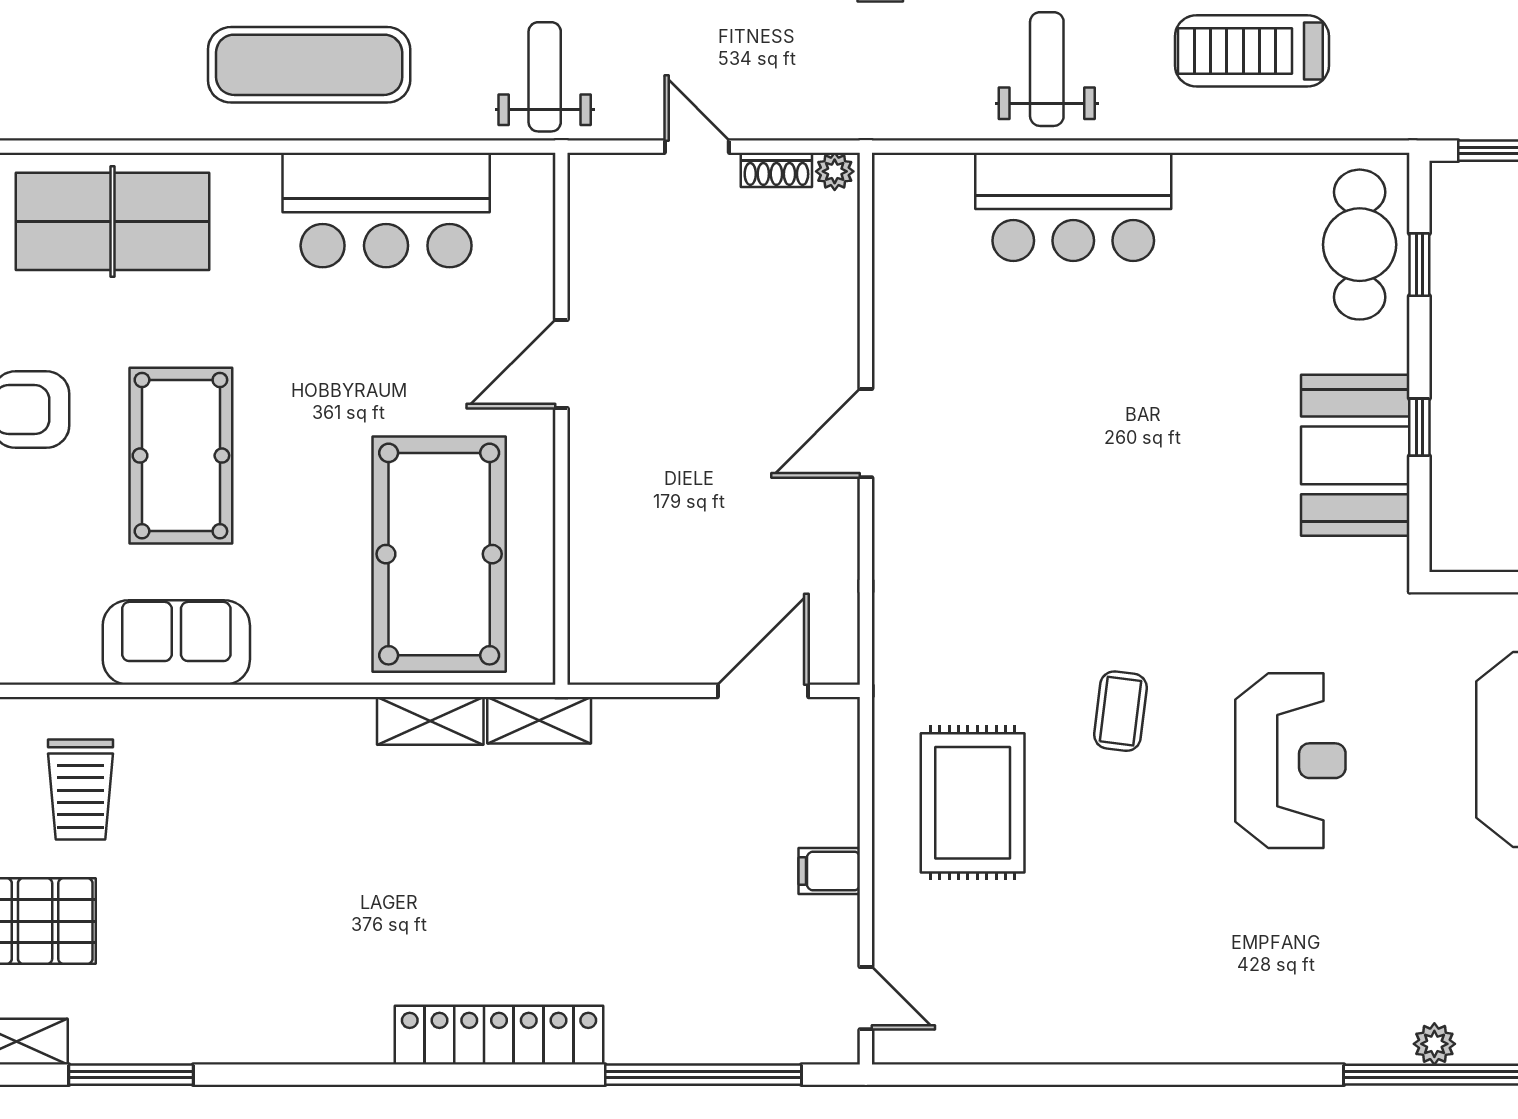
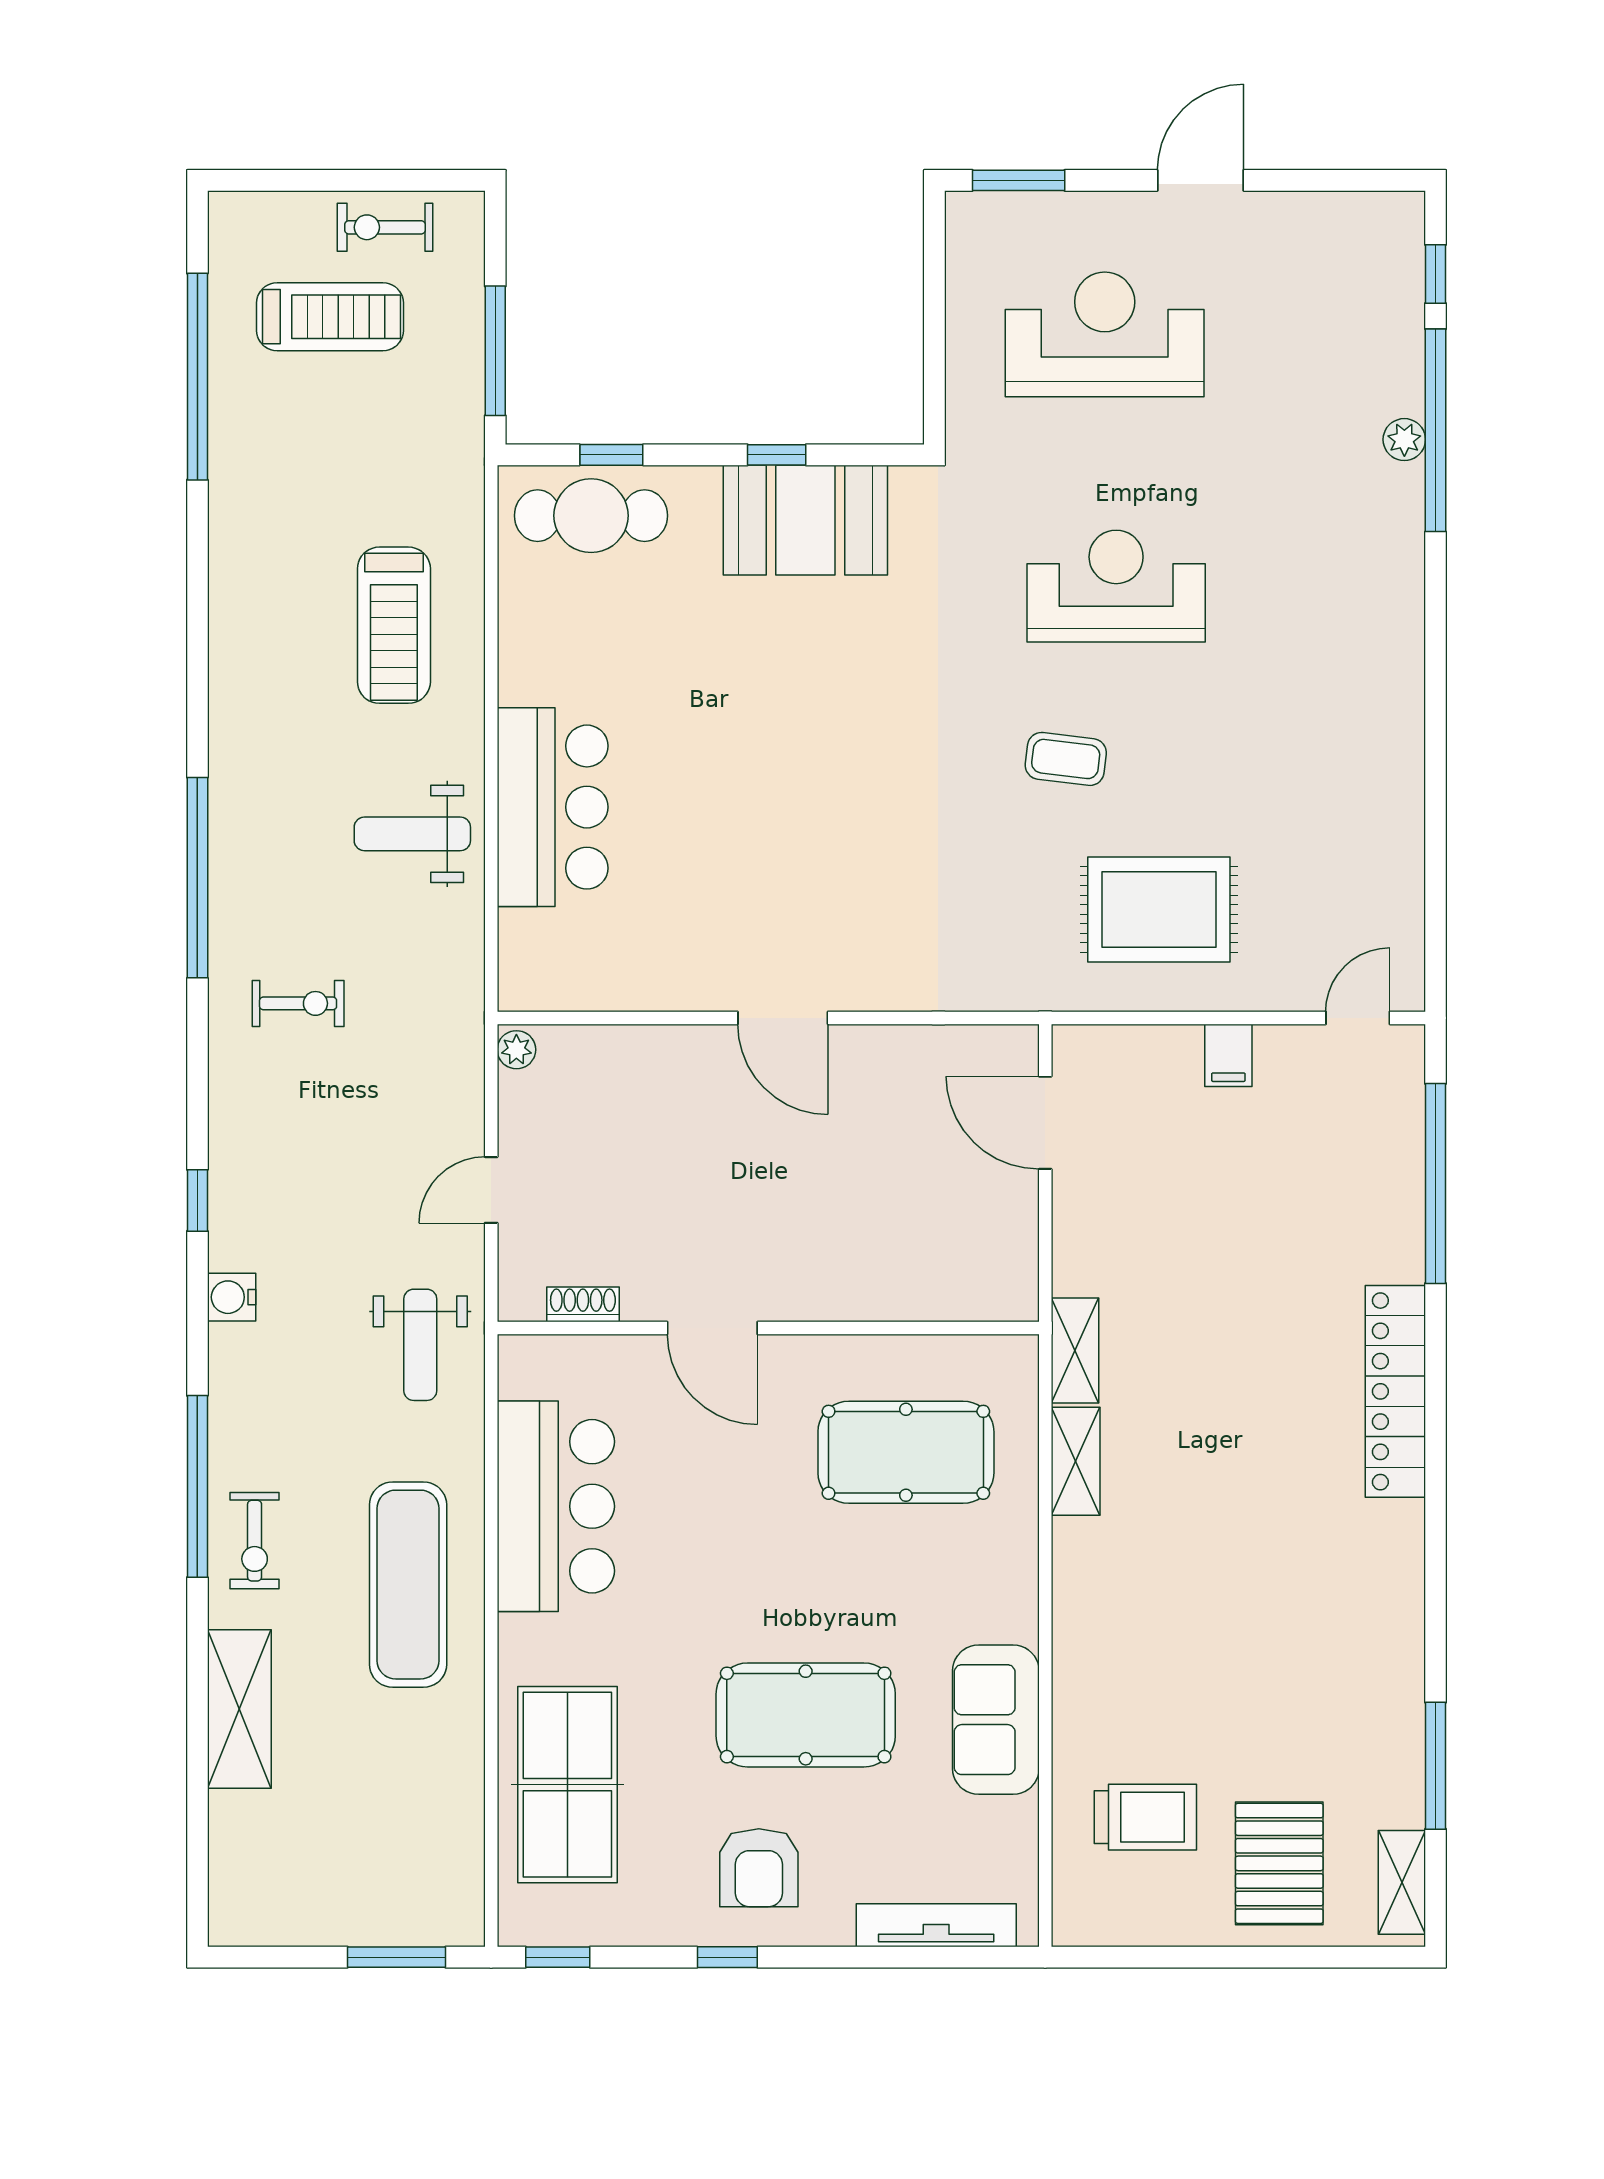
weight bench: (545, 77) -> (420, 1345), turned -90
shoe rack: (776, 170) -> (583, 1304), moved, turned -90
pool table: (439, 554) -> (906, 1452), width x0.73, depth x0.76

